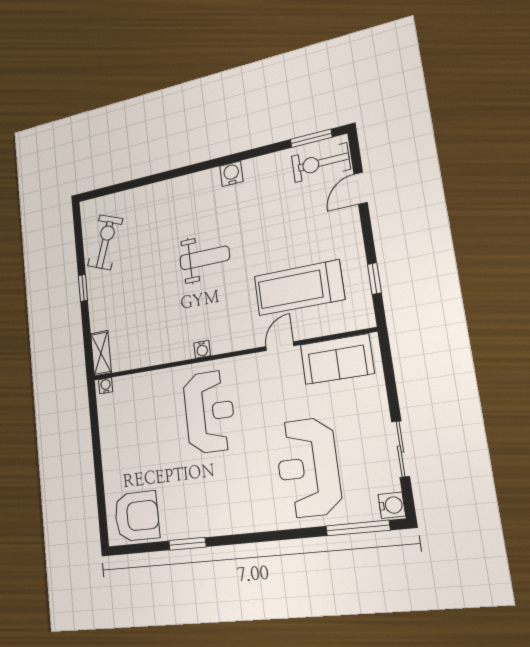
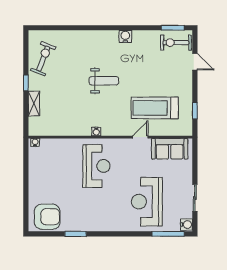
door: (361, 188) -> (195, 62), swing flipped
shelving: (101, 353) -> (34, 104), moved

